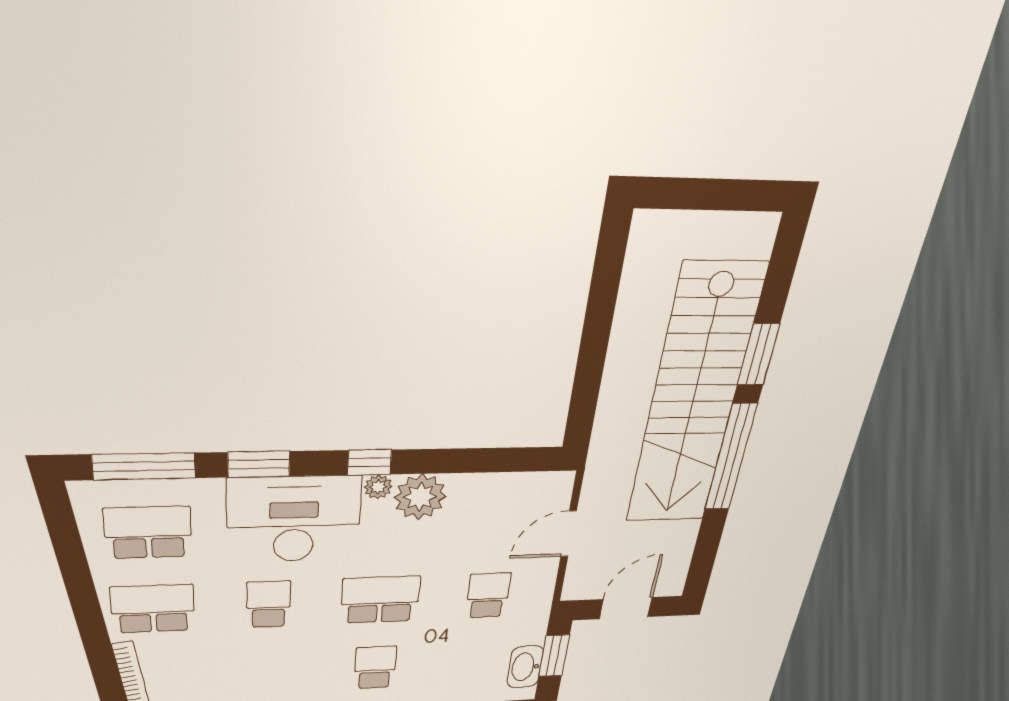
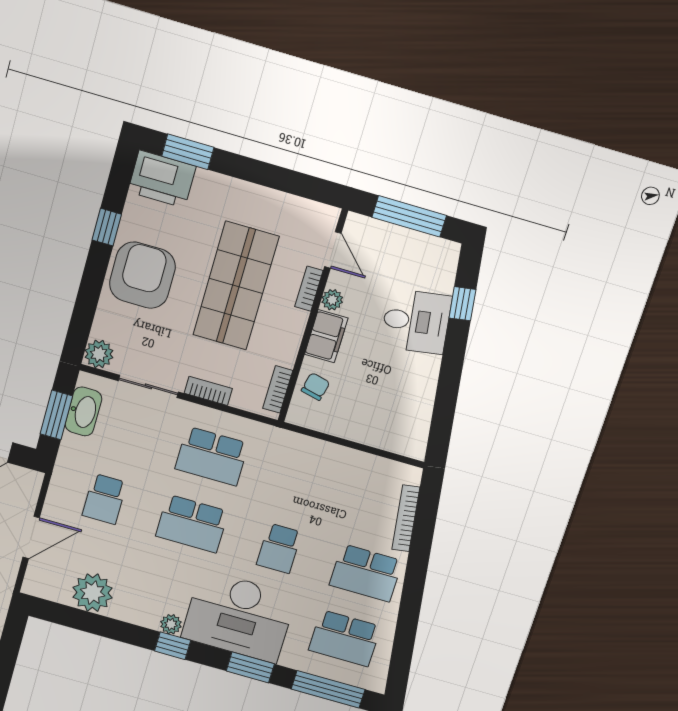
plant: (420, 497) -> (93, 593), moved
school desk: (375, 667) -> (212, 456), width x1.85

